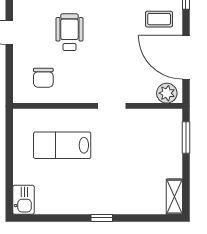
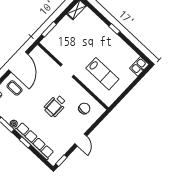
wheelchair: (69, 32) -> (55, 106), moved
plant: (167, 93) -> (40, 55), removed

